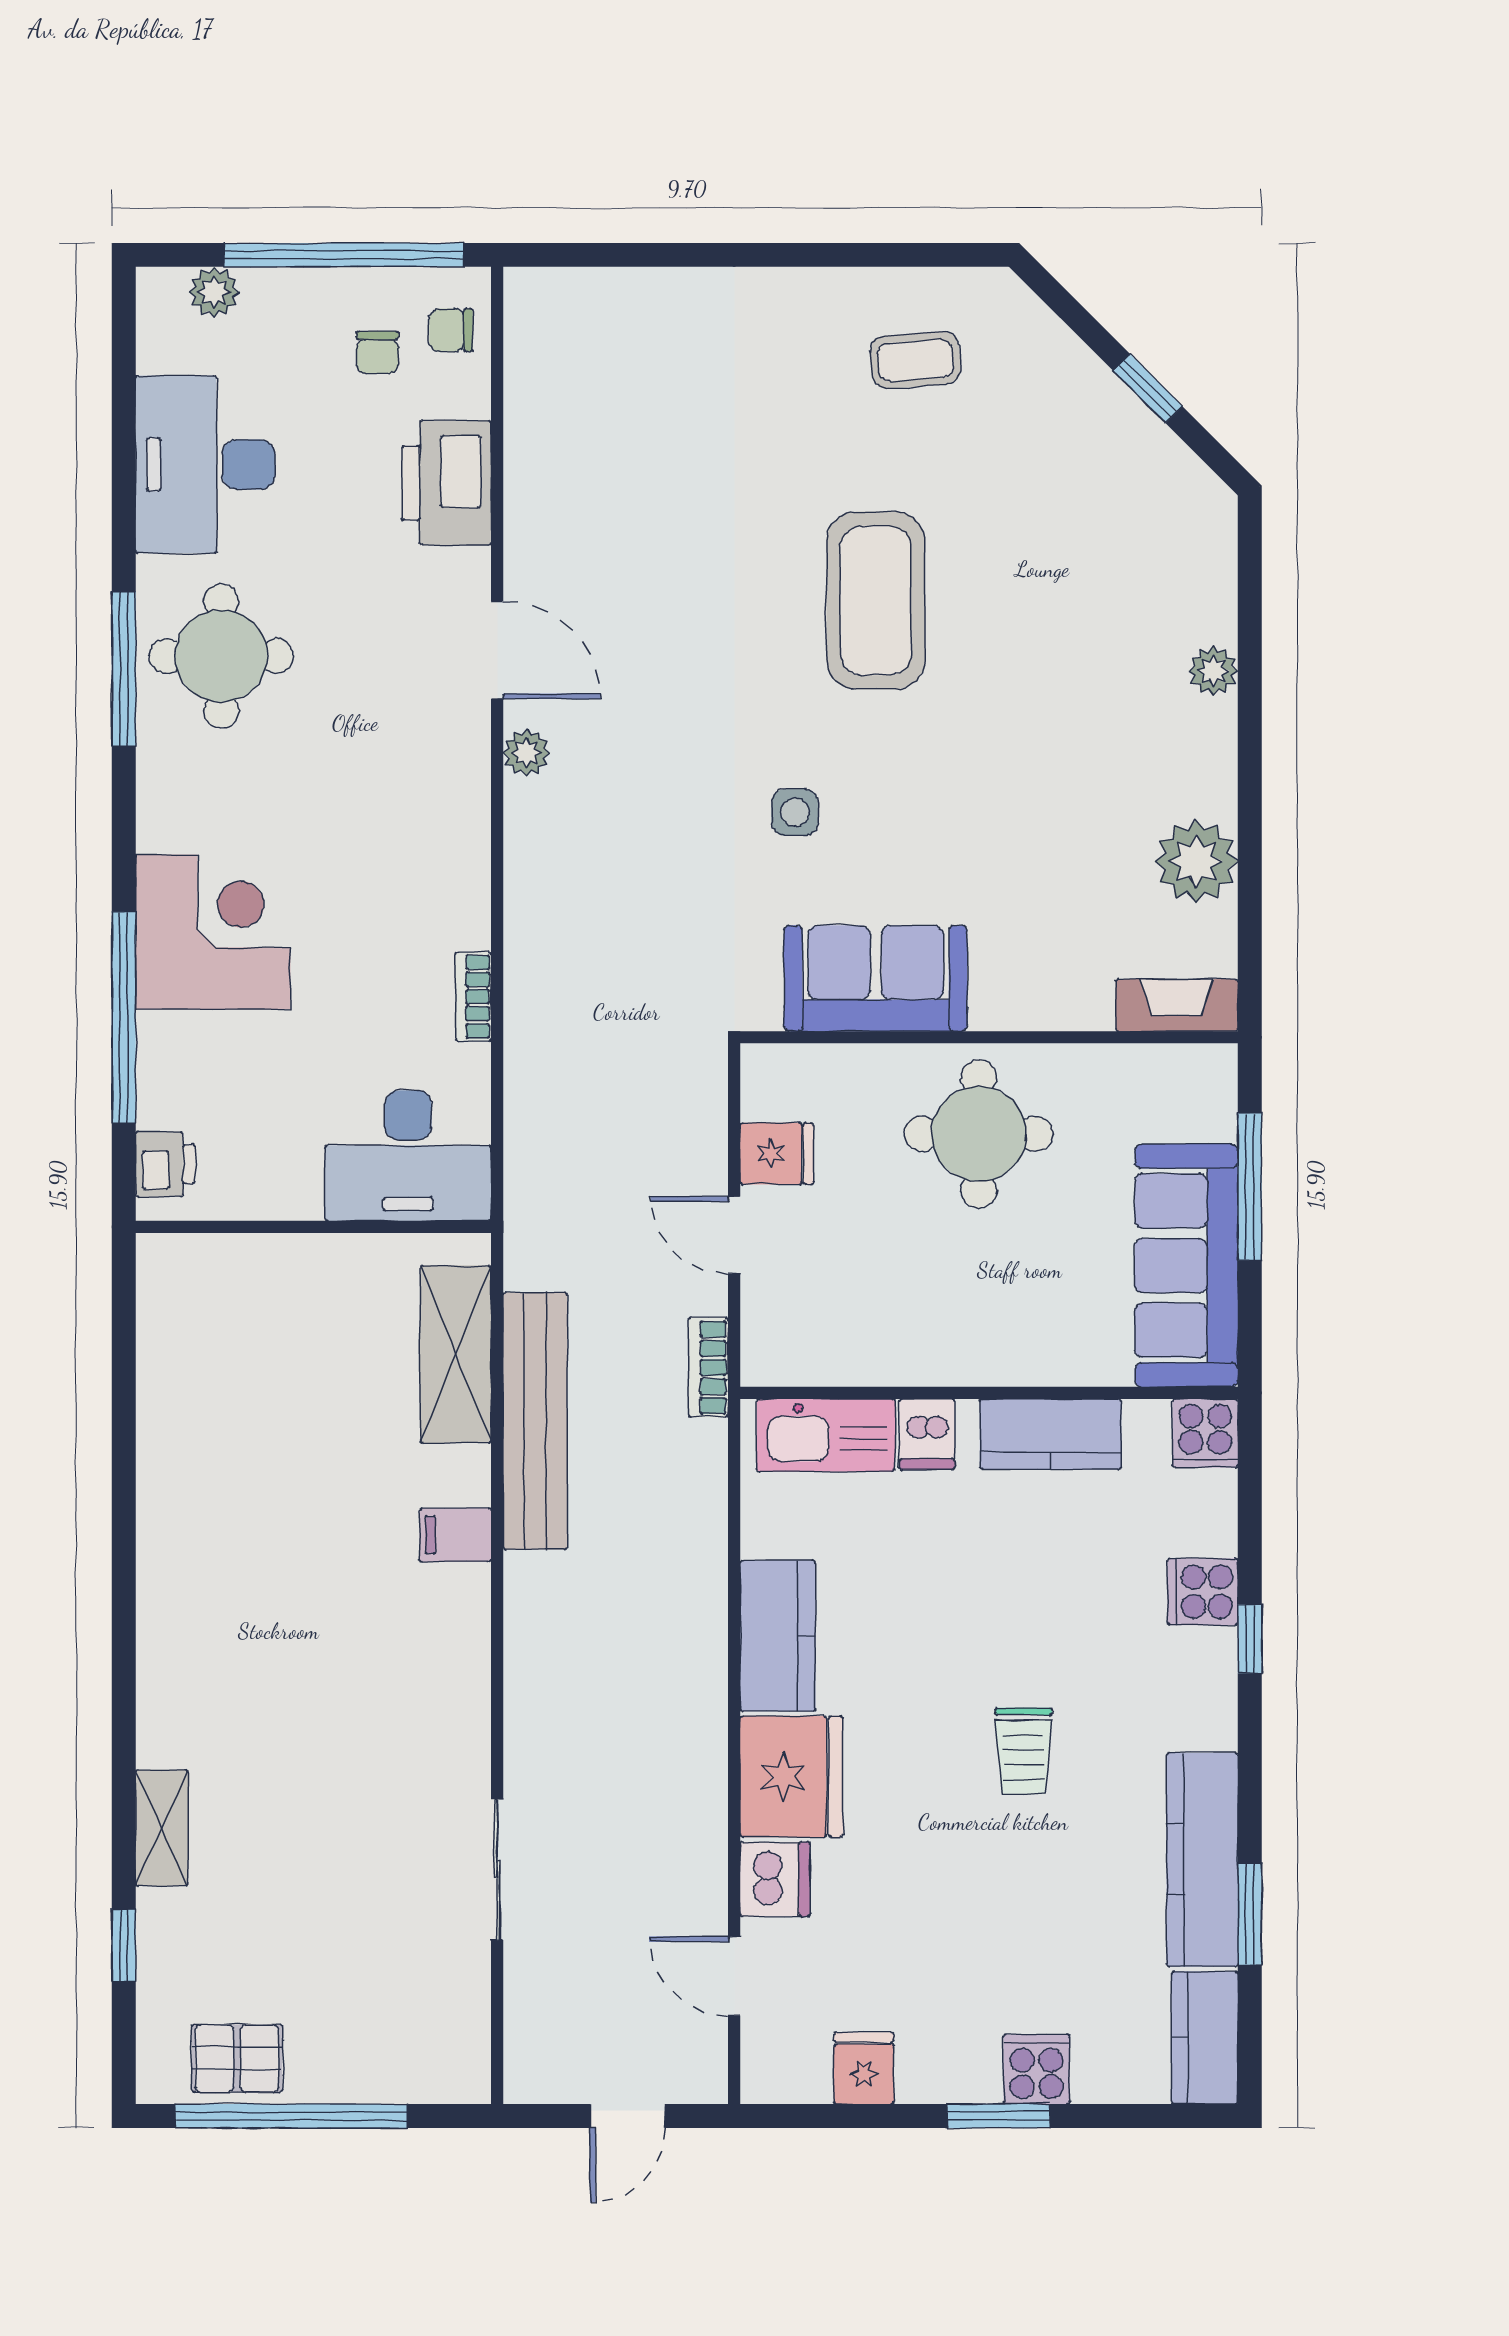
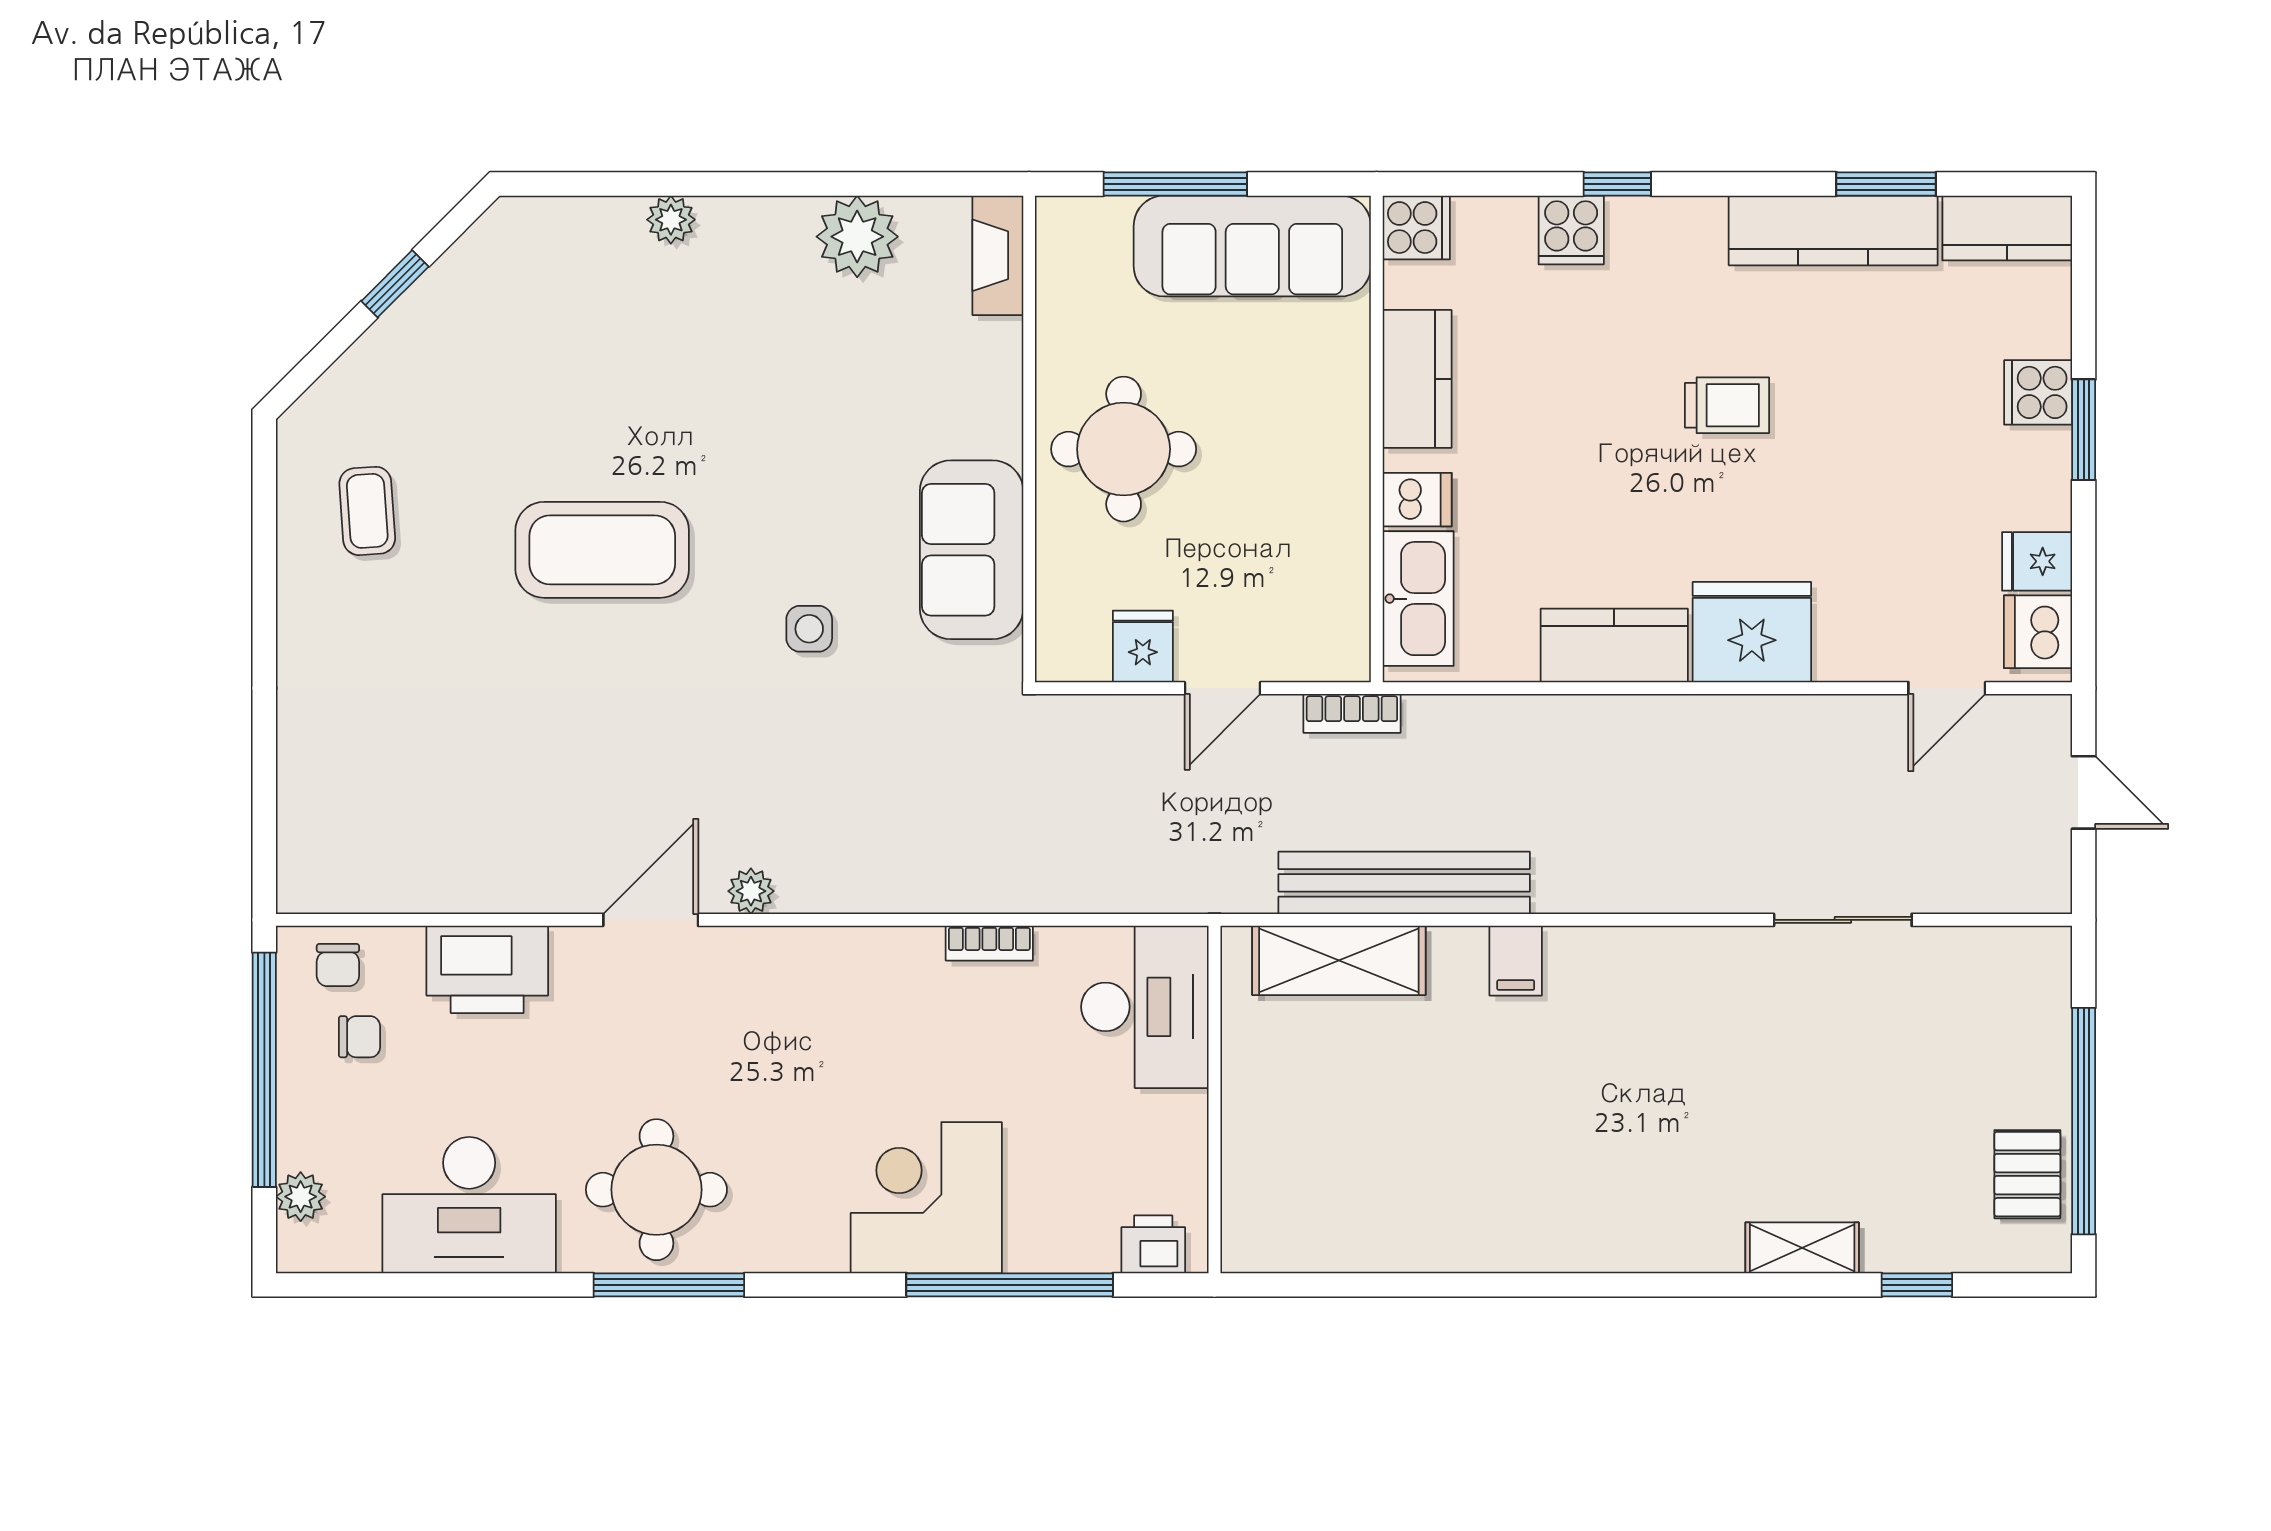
dishwasher: (775, 1879) -> (2038, 632), moved, turned -90

